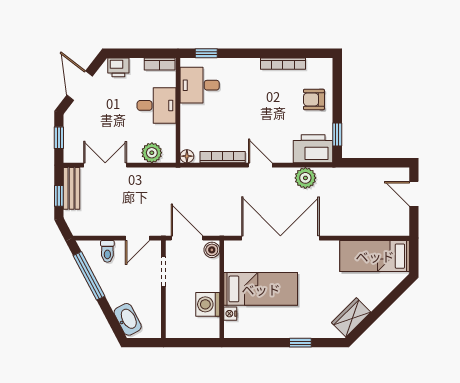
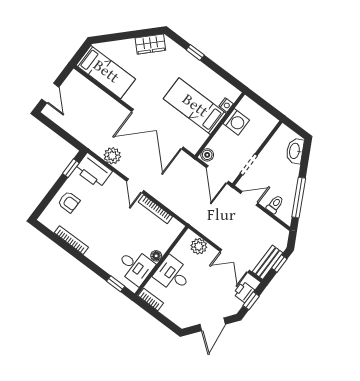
printer: (118, 67) -> (244, 292), moved, turned -90
floor lamp: (187, 156) -> (156, 256), moved

